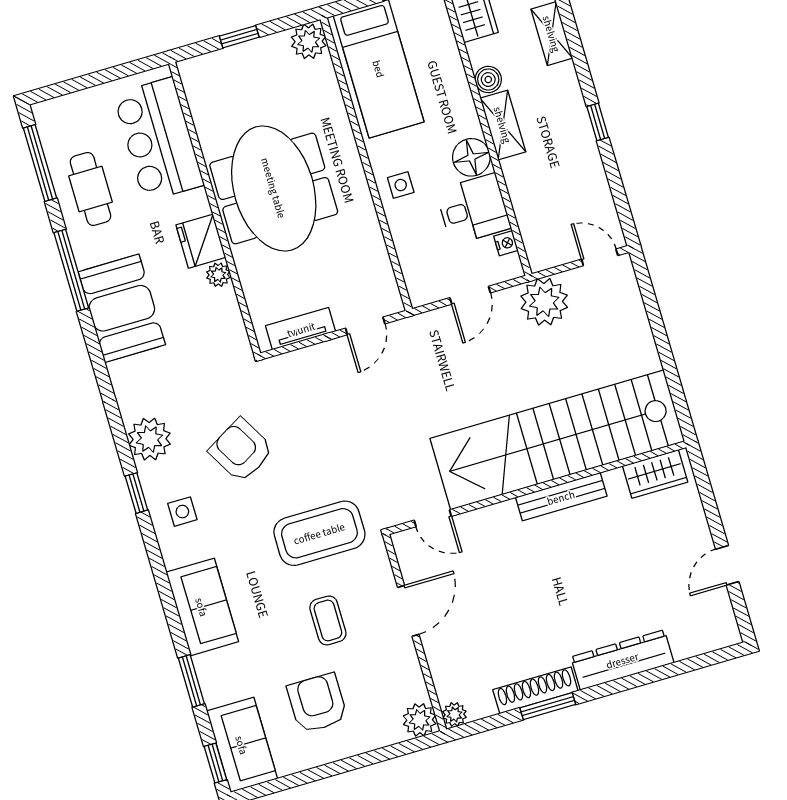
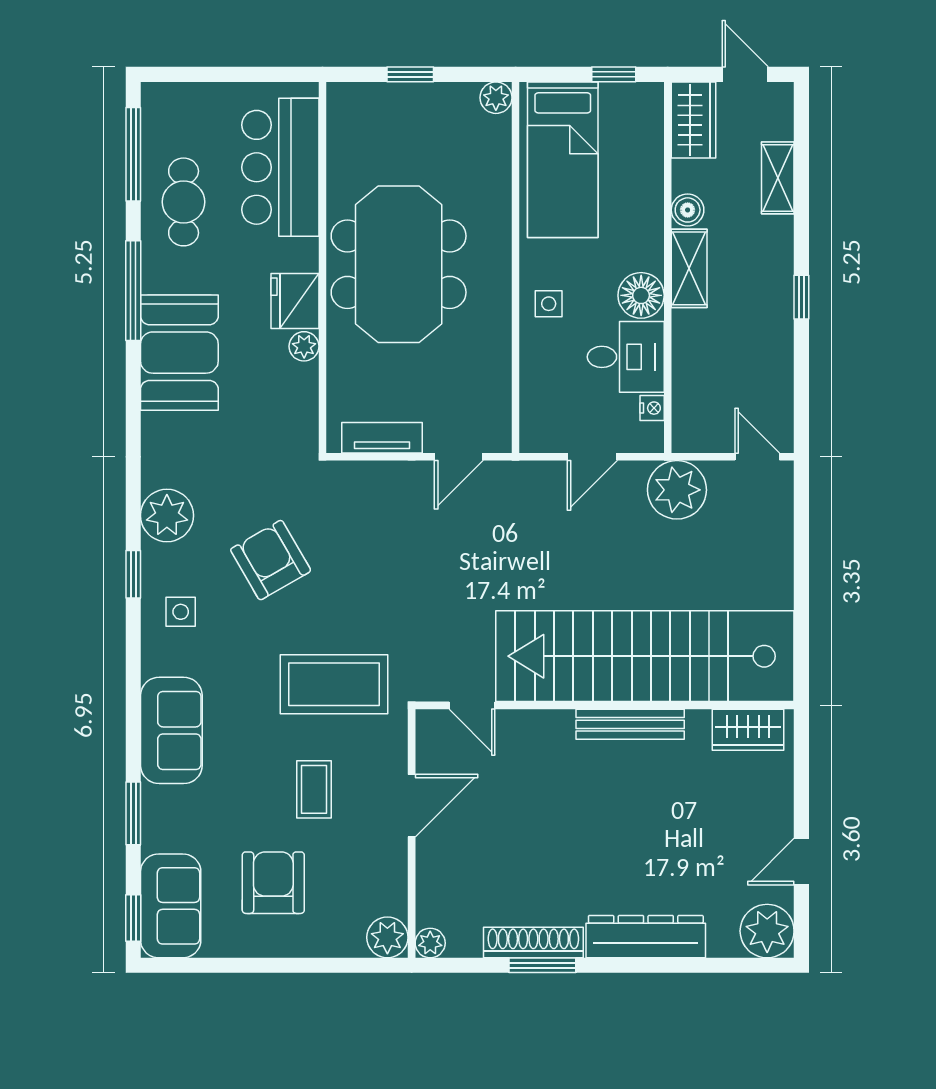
plant: (309, 41) -> (496, 98), width x0.73, depth x0.73
plant: (716, 628) -> (767, 931), added

